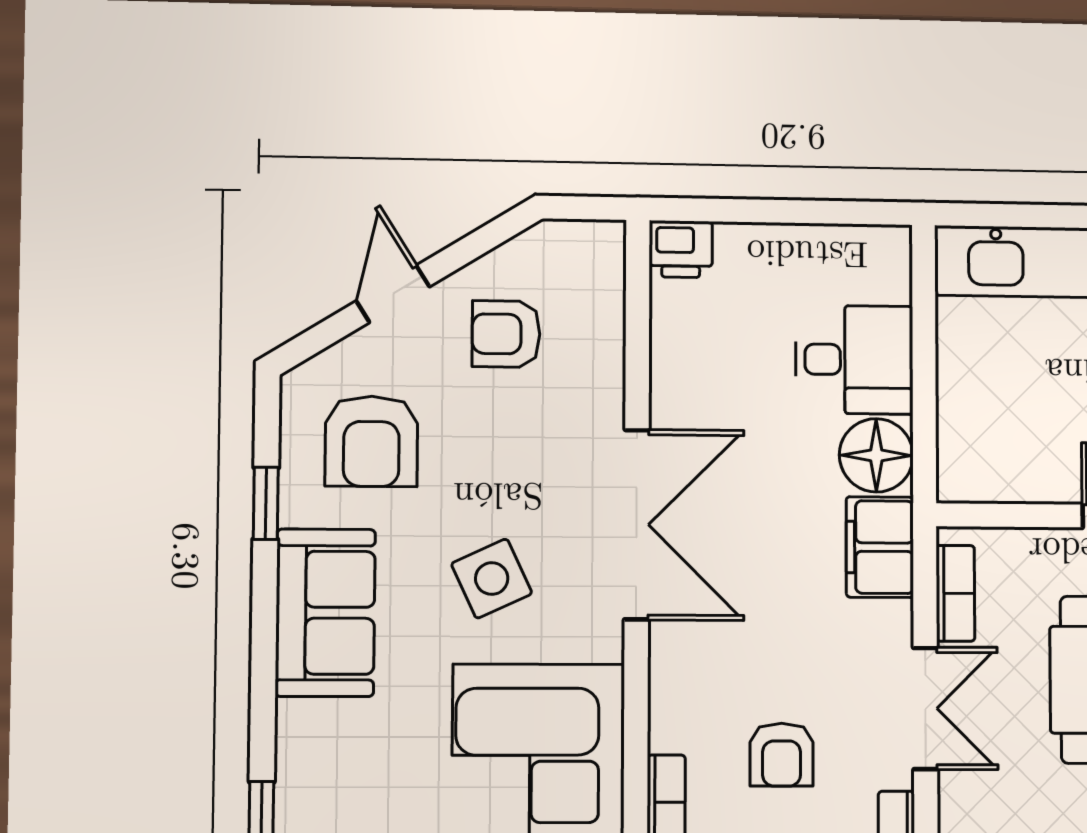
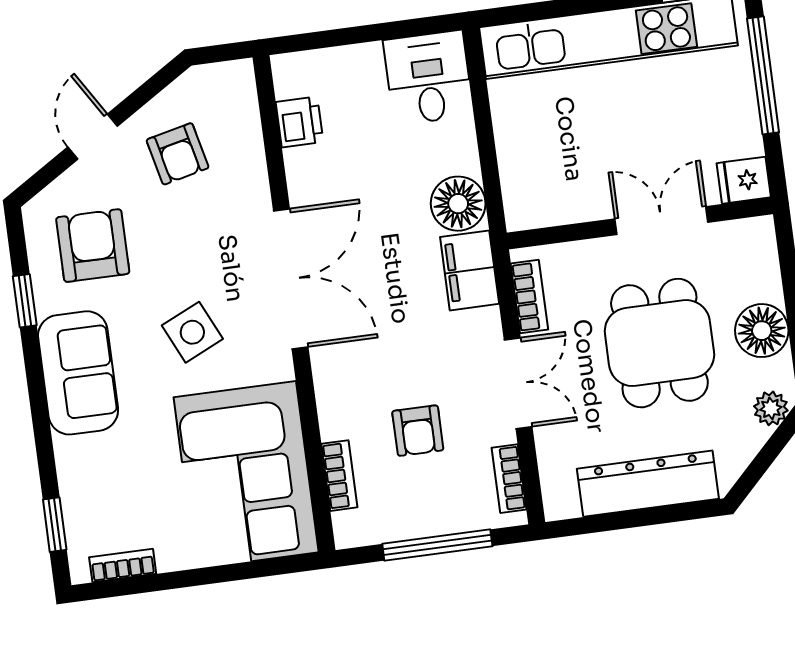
printer: (681, 249) -> (300, 122), moved, turned -90
armchair: (506, 334) -> (178, 154), turned -103
desk: (854, 360) -> (428, 78), moved, turned -90
armchair: (371, 441) -> (93, 246), turned 180

